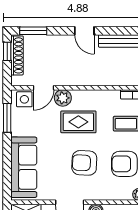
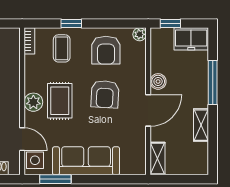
plant: (63, 98) -> (33, 102), moved
sofa: (24, 167) -> (86, 161), moved

